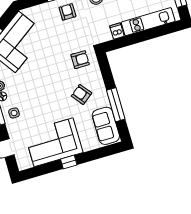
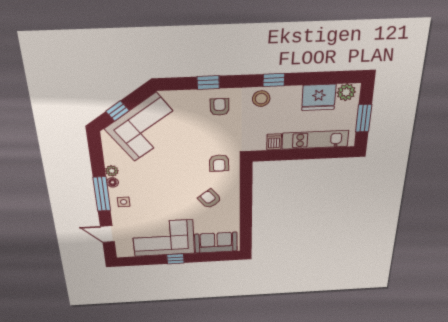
armchair: (80, 60) -> (219, 163), turned 90
window: (116, 105) -> (246, 216), removed
sofa: (106, 126) -> (216, 243), moved, turned 90

